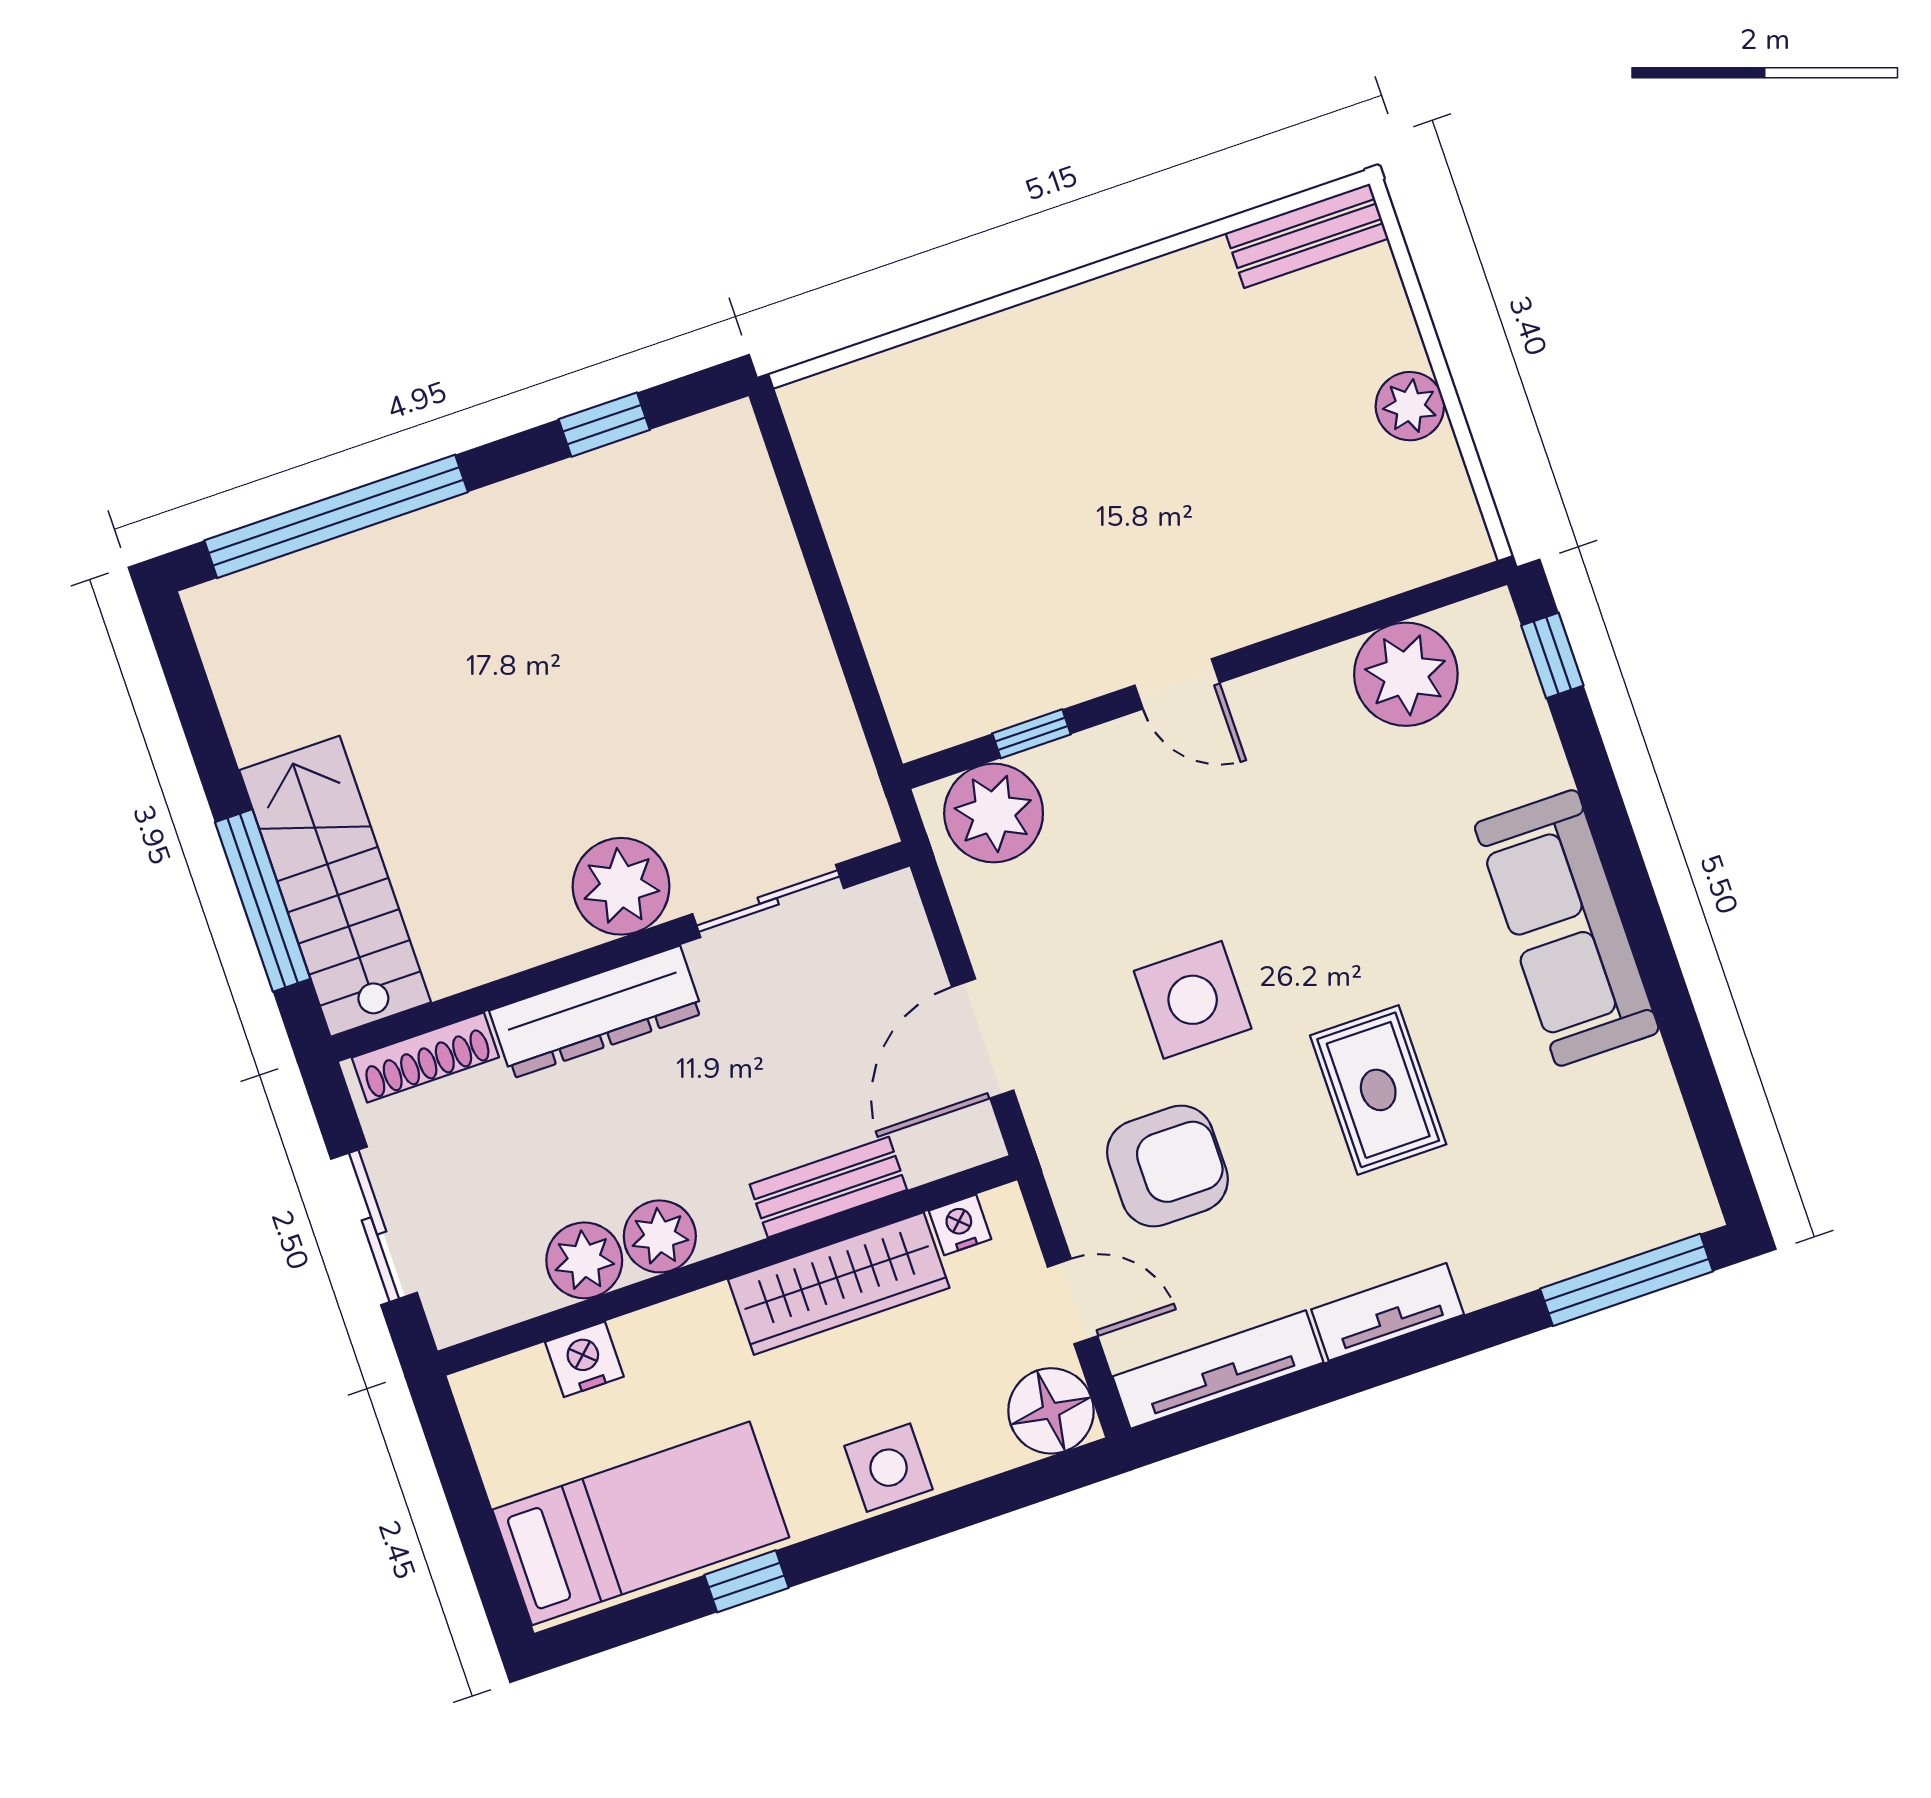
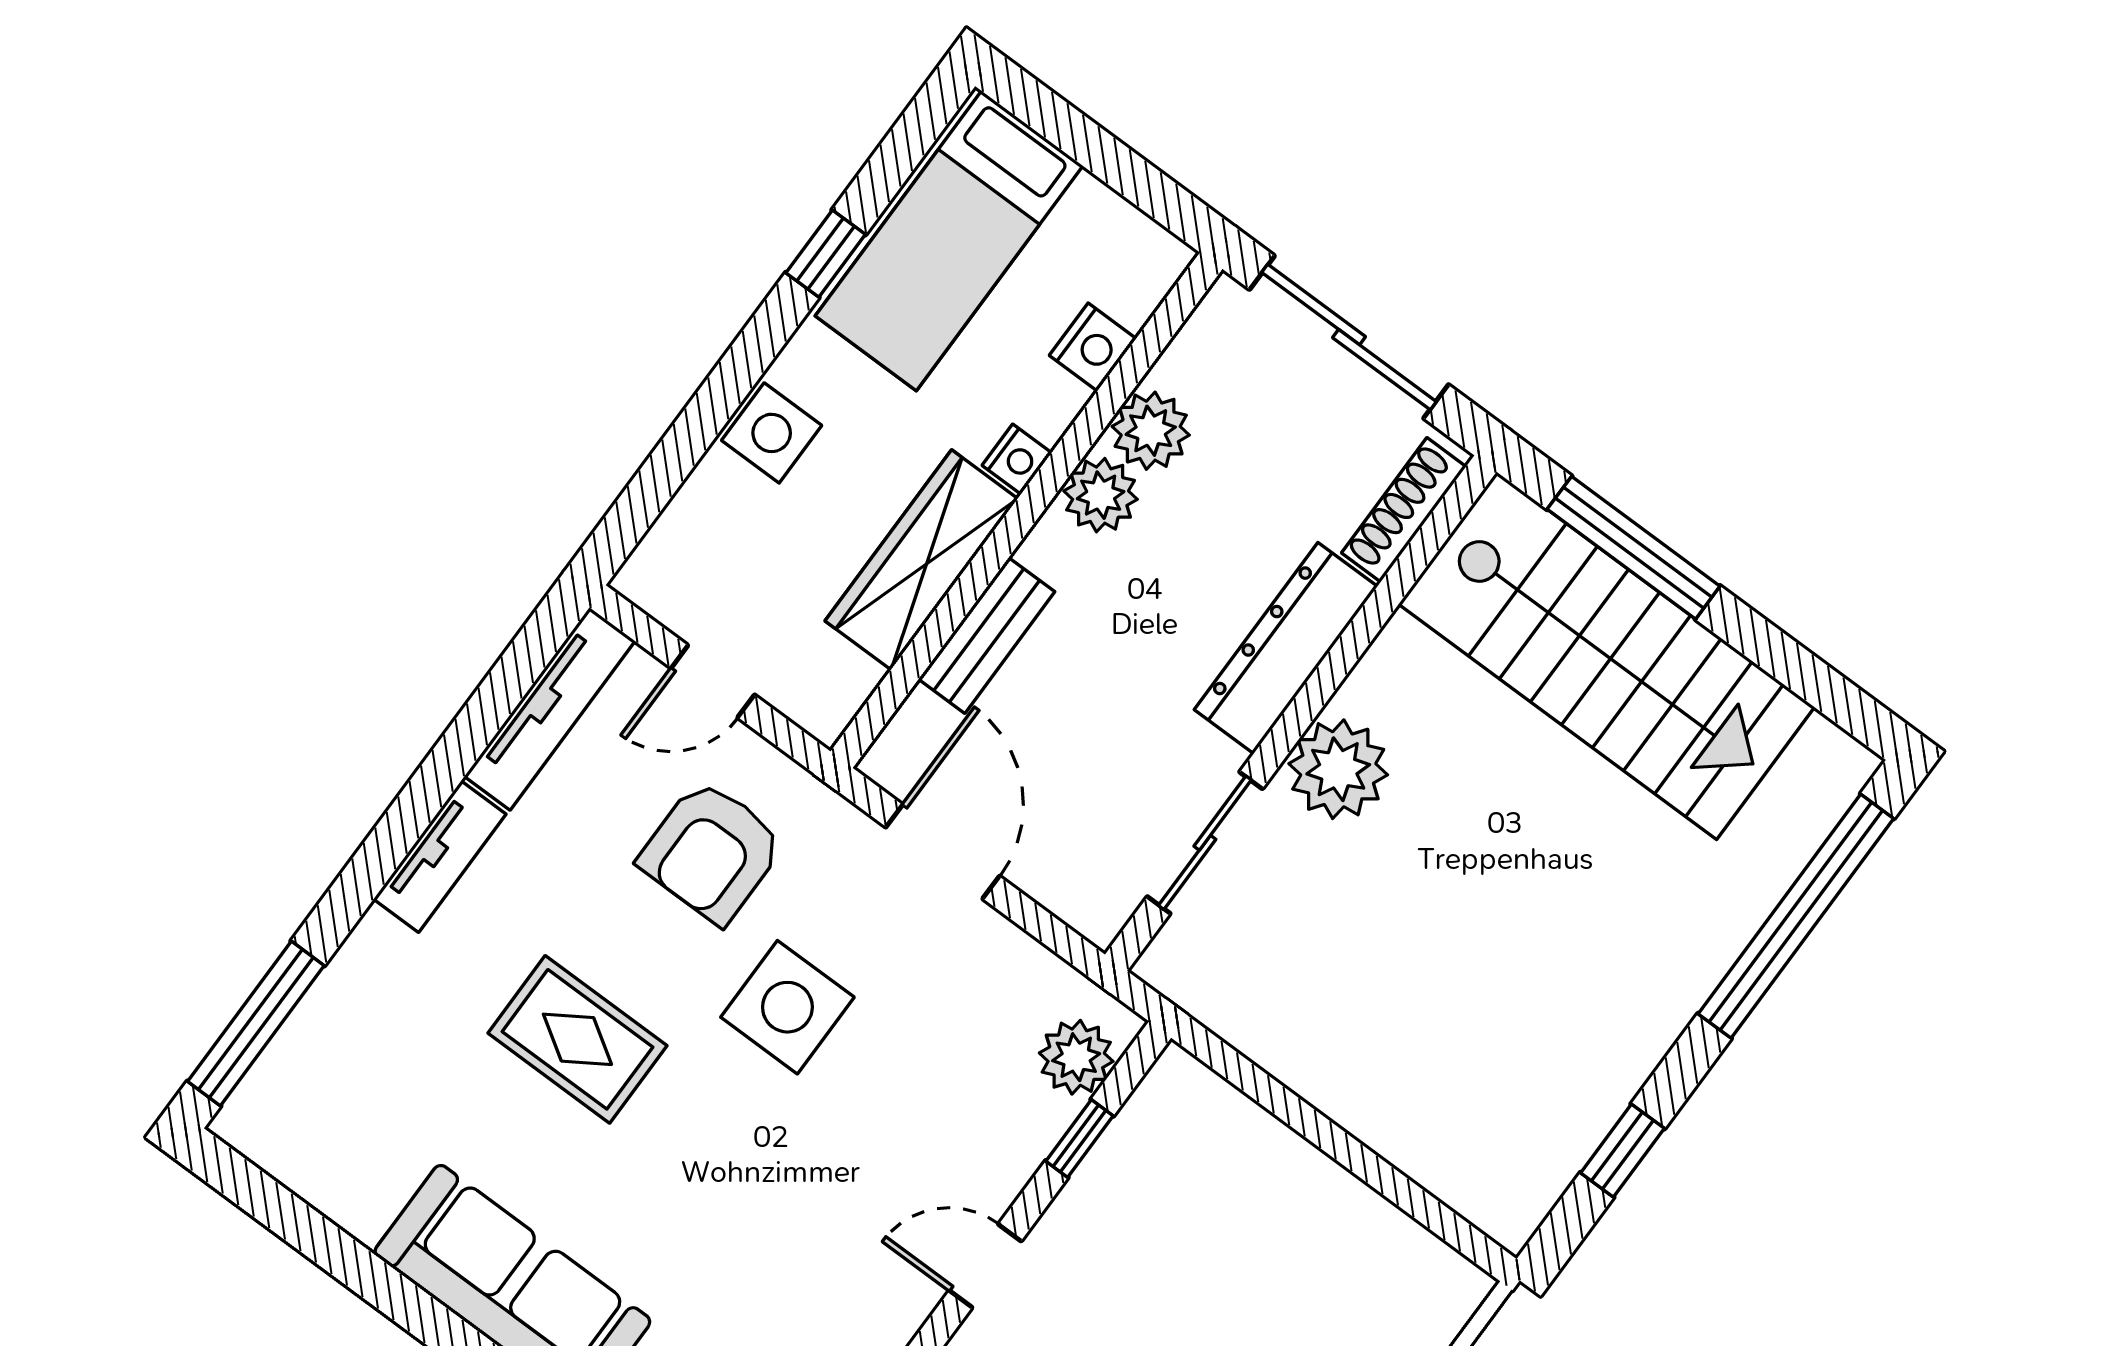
plant: (994, 813) -> (1076, 1057), width x0.73, depth x0.73
stairs: (335, 886) -> (1607, 656), width x1.36, depth x1.51
nightstand: (960, 1225) -> (1017, 459), moved
sliding door: (374, 1226) -> (1349, 337), width x1.37
floor lamp: (1051, 1411) -> (667, 576), removed

